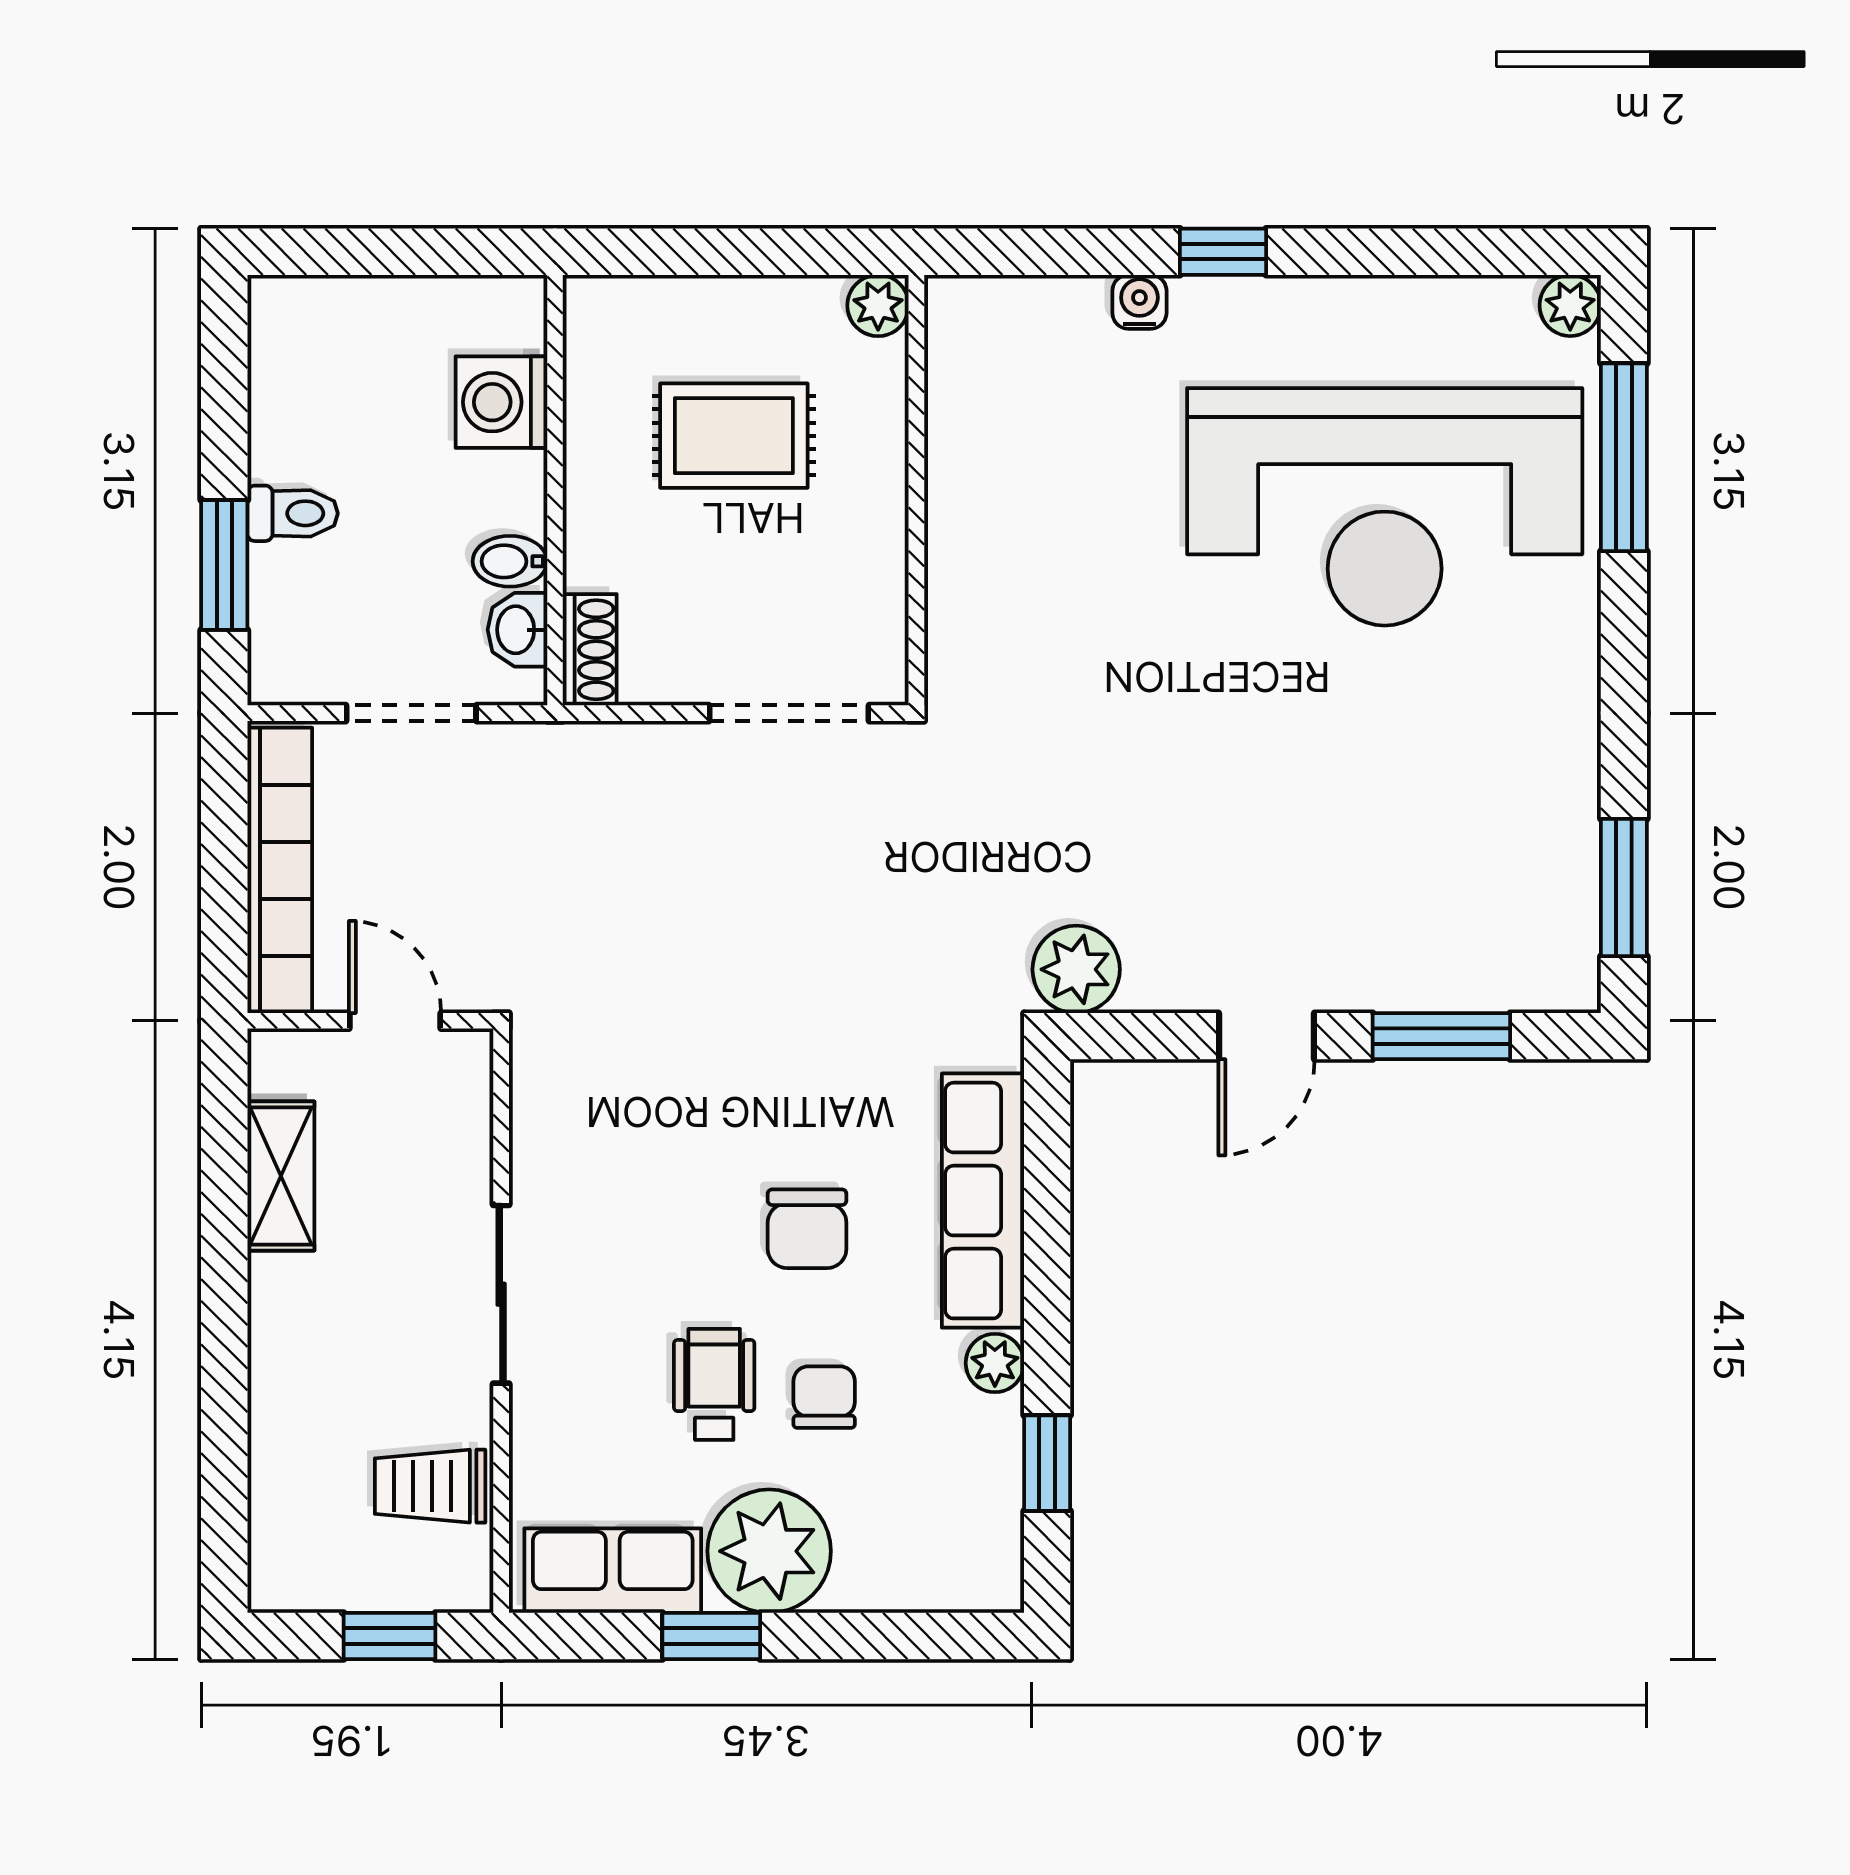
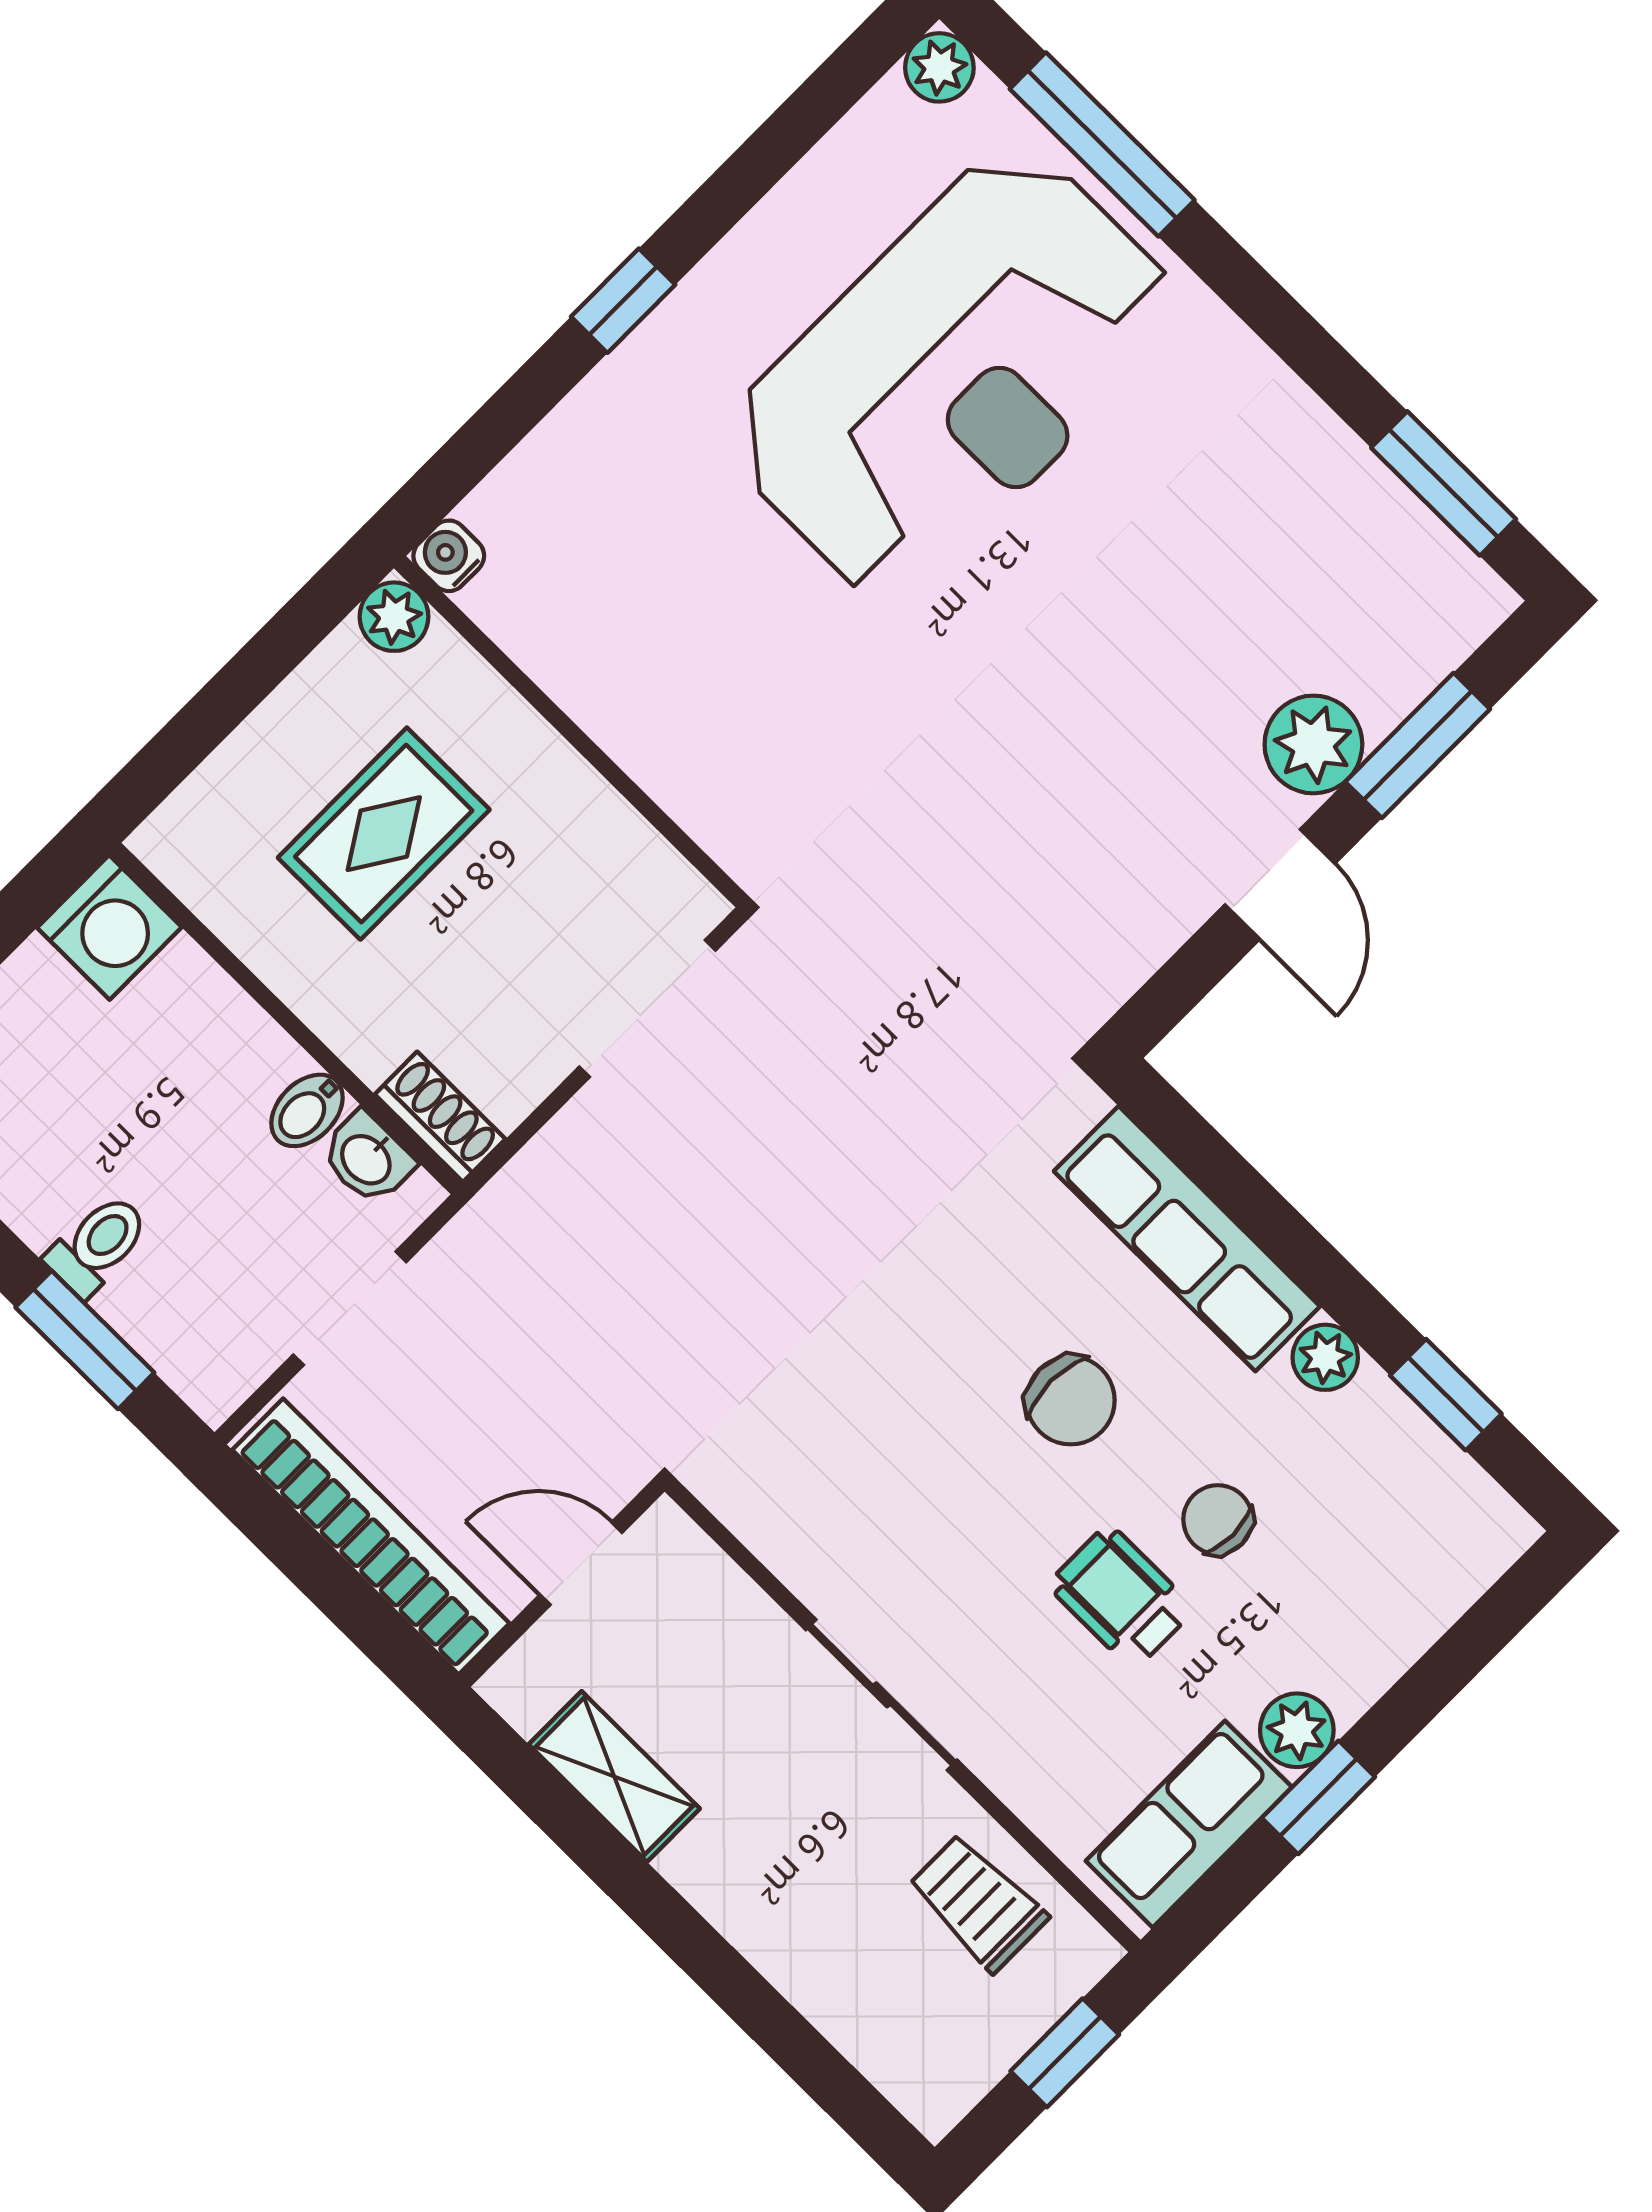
water cooler: (1139, 302) -> (449, 556), moved
washing machine: (501, 402) -> (109, 927), moved, turned -90
plant: (1076, 969) -> (1313, 744), moved
trolley: (430, 1486) -> (978, 1902), turned 90
plant: (769, 1551) -> (1297, 1730), width x0.53, depth x0.53

